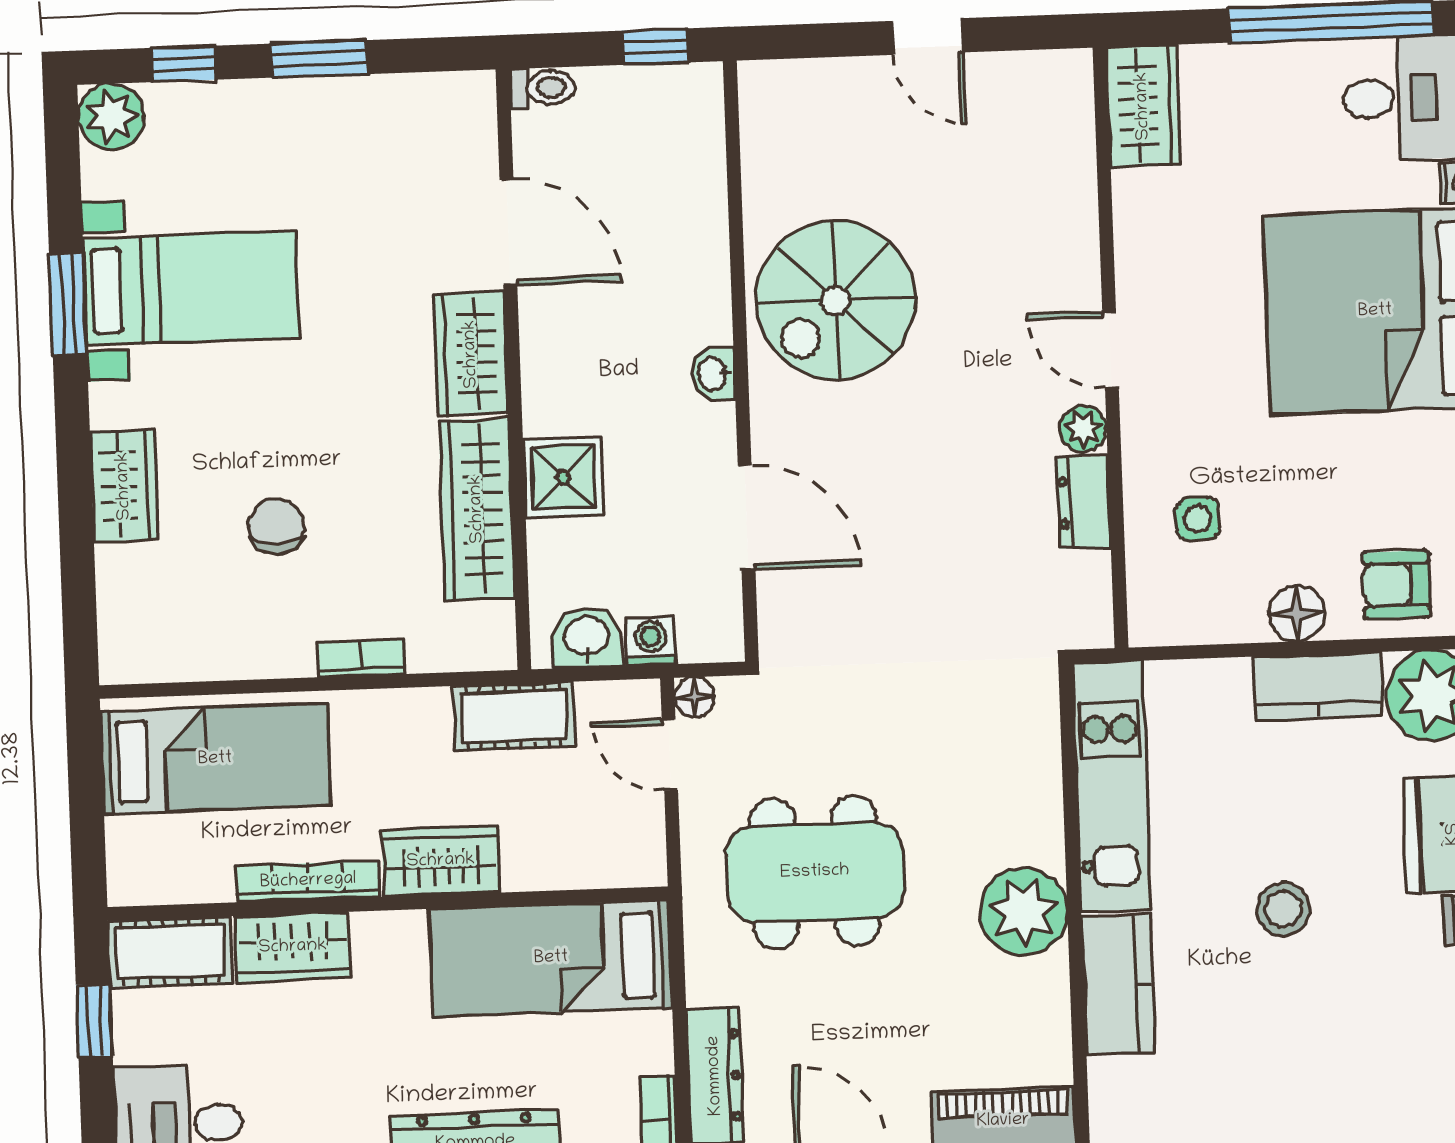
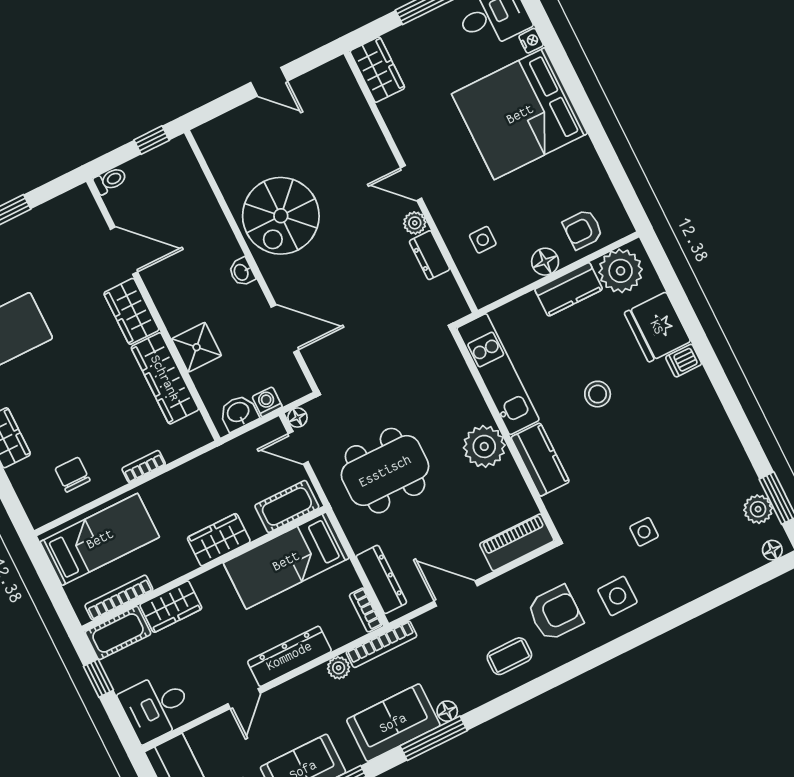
chair: (276, 526) -> (73, 475), moved
cot: (514, 716) -> (287, 506), moved
bookcase: (308, 881) -> (119, 597), moved

